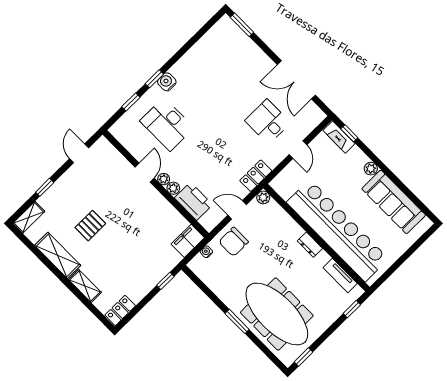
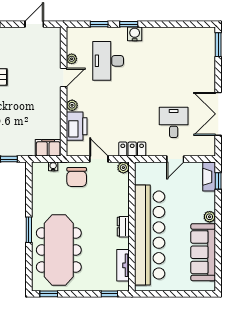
plant: (164, 179) -> (72, 59), moved
chair: (234, 242) -> (77, 177), turned -90

